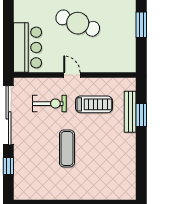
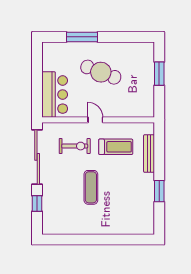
window: (141, 115) -> (159, 191), moved

